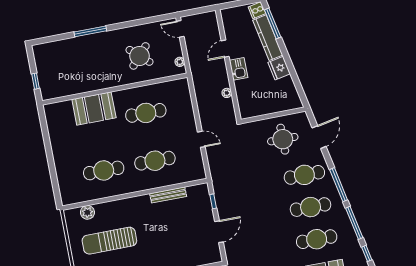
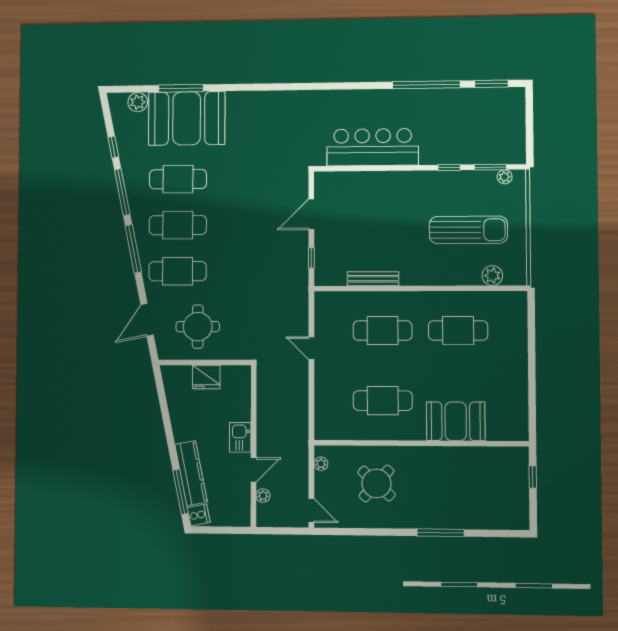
fridge: (279, 68) -> (206, 377), moved, turned 101
plant: (227, 93) -> (263, 496), moved

